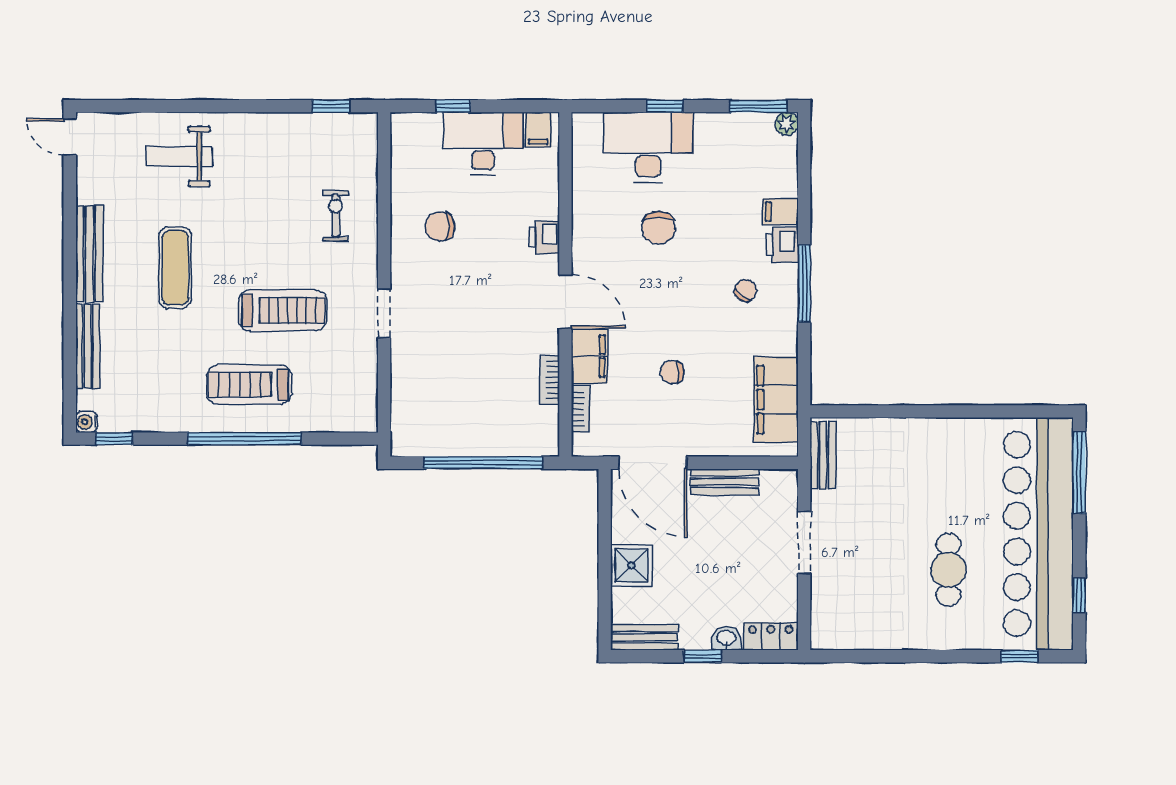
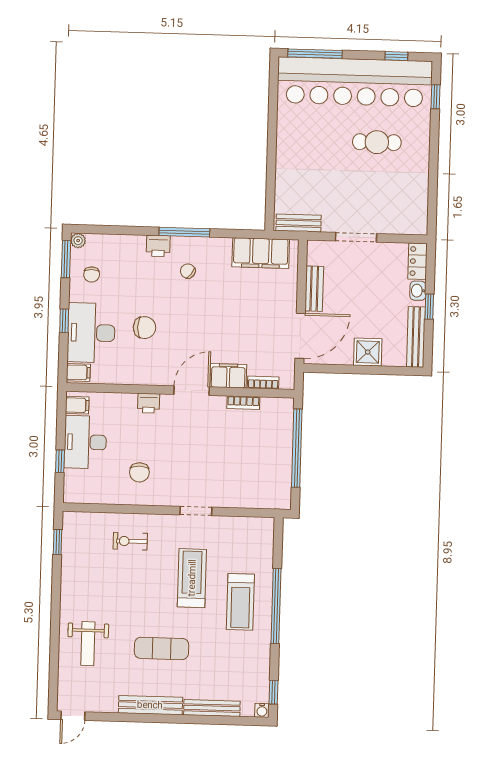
filing cabinet: (780, 212) -> (78, 372), moved, turned -90
chair: (672, 372) -> (92, 274), moved
bench: (644, 637) -> (416, 337), width x1.36

